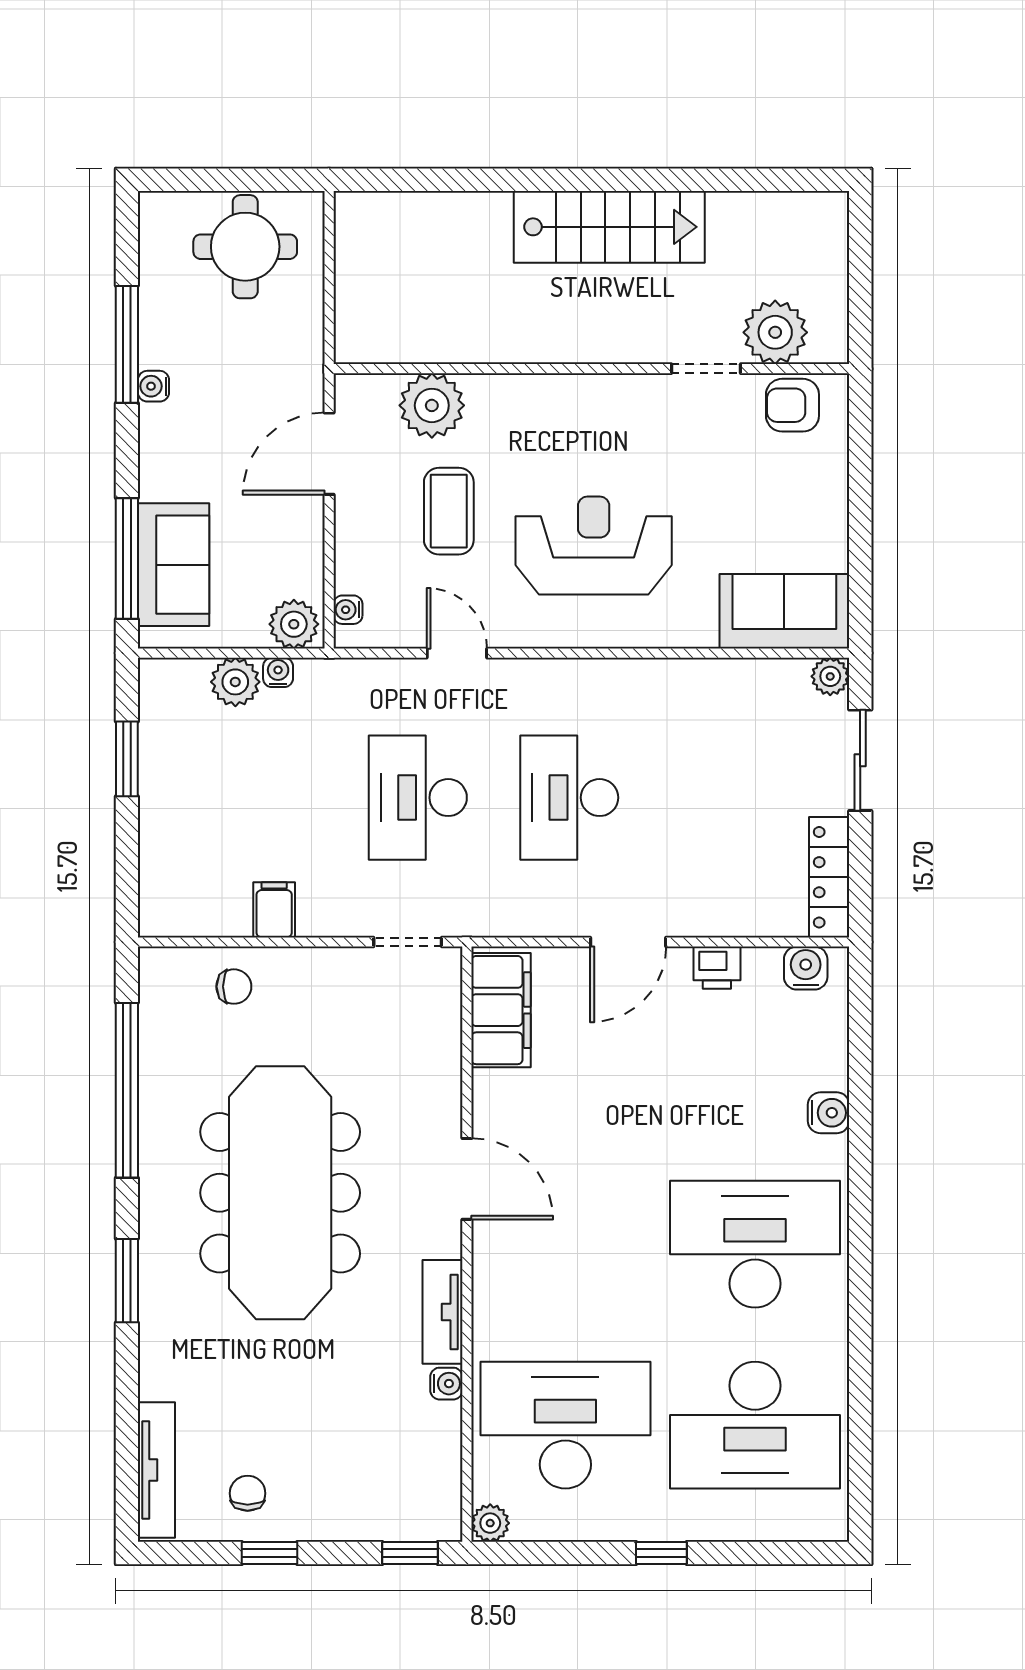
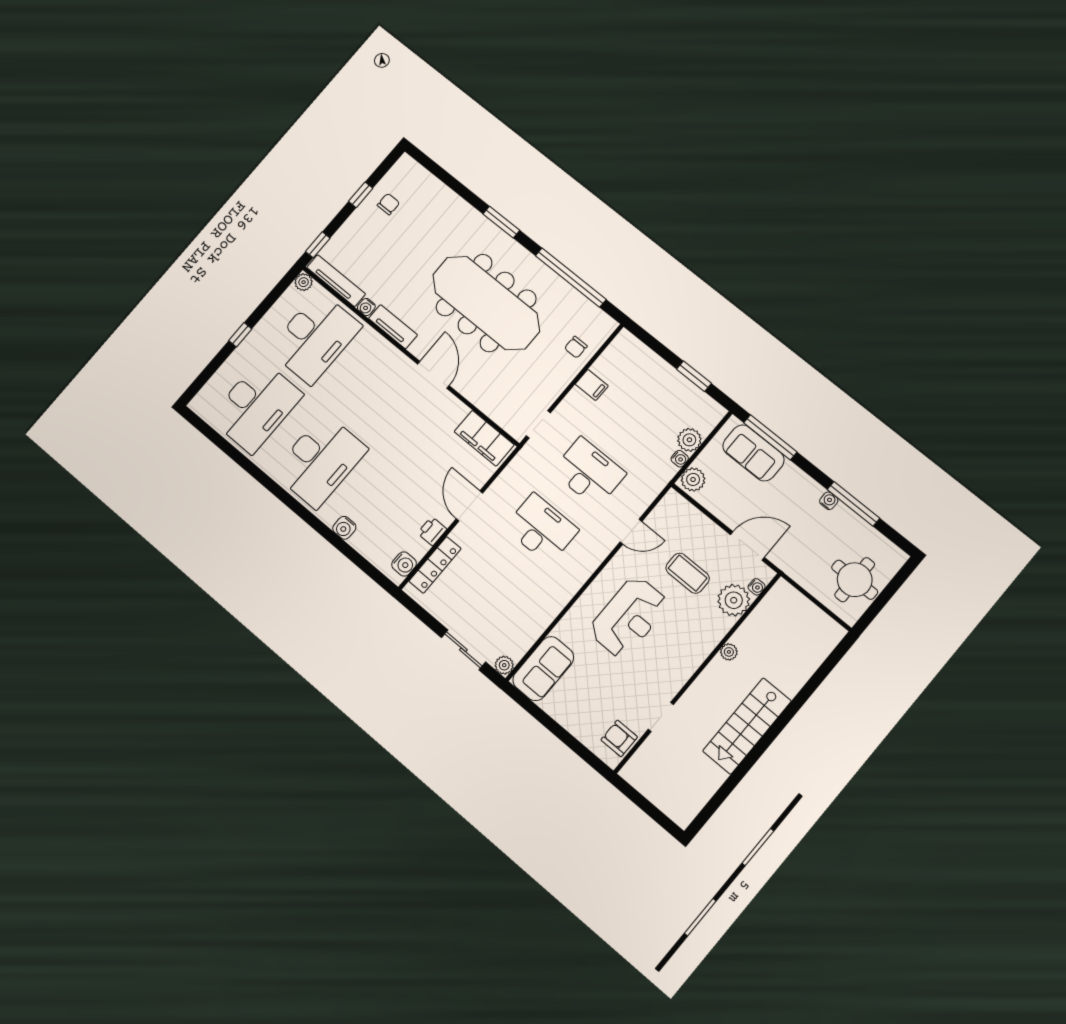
plant: (775, 332) -> (729, 652), moved, width x0.53, depth x0.53
armchair: (792, 405) -> (619, 738), turned -90
door: (329, 454) -> (747, 546), hinge flipped
water cooler: (348, 610) -> (757, 587), moved, turned 90
locker: (829, 877) -> (435, 565), moved, turned 90
door: (467, 1179) -> (433, 375), swing flipped
desk: (755, 1425) -> (256, 406), turned 180
tv unit: (156, 1470) -> (336, 281), moved, turned 180
chair: (248, 1493) -> (388, 204), turned -90

